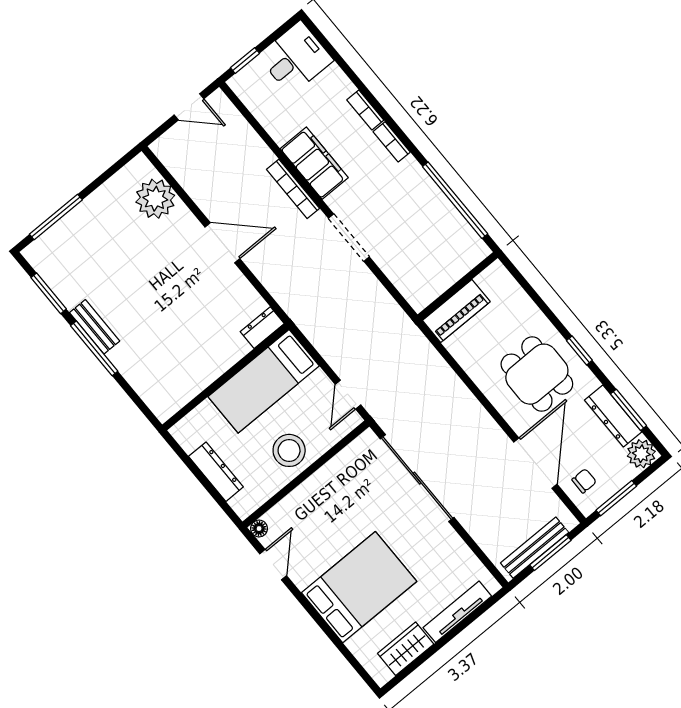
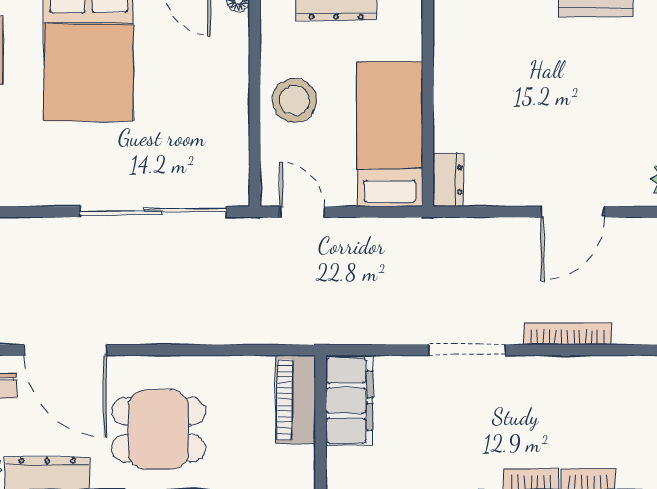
filing cabinet: (314, 163) -> (349, 401), moved, turned -90

